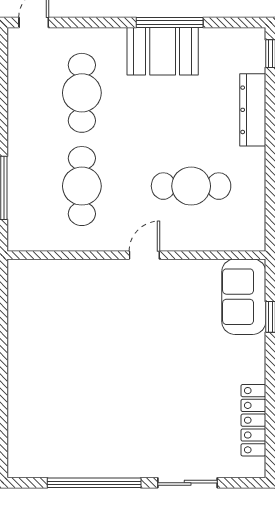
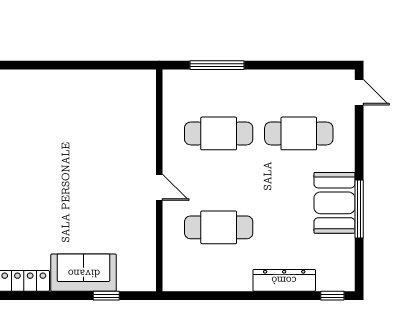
cafe table: (191, 186) -> (219, 227), turned 90
sofa: (244, 297) -> (84, 273), moved

